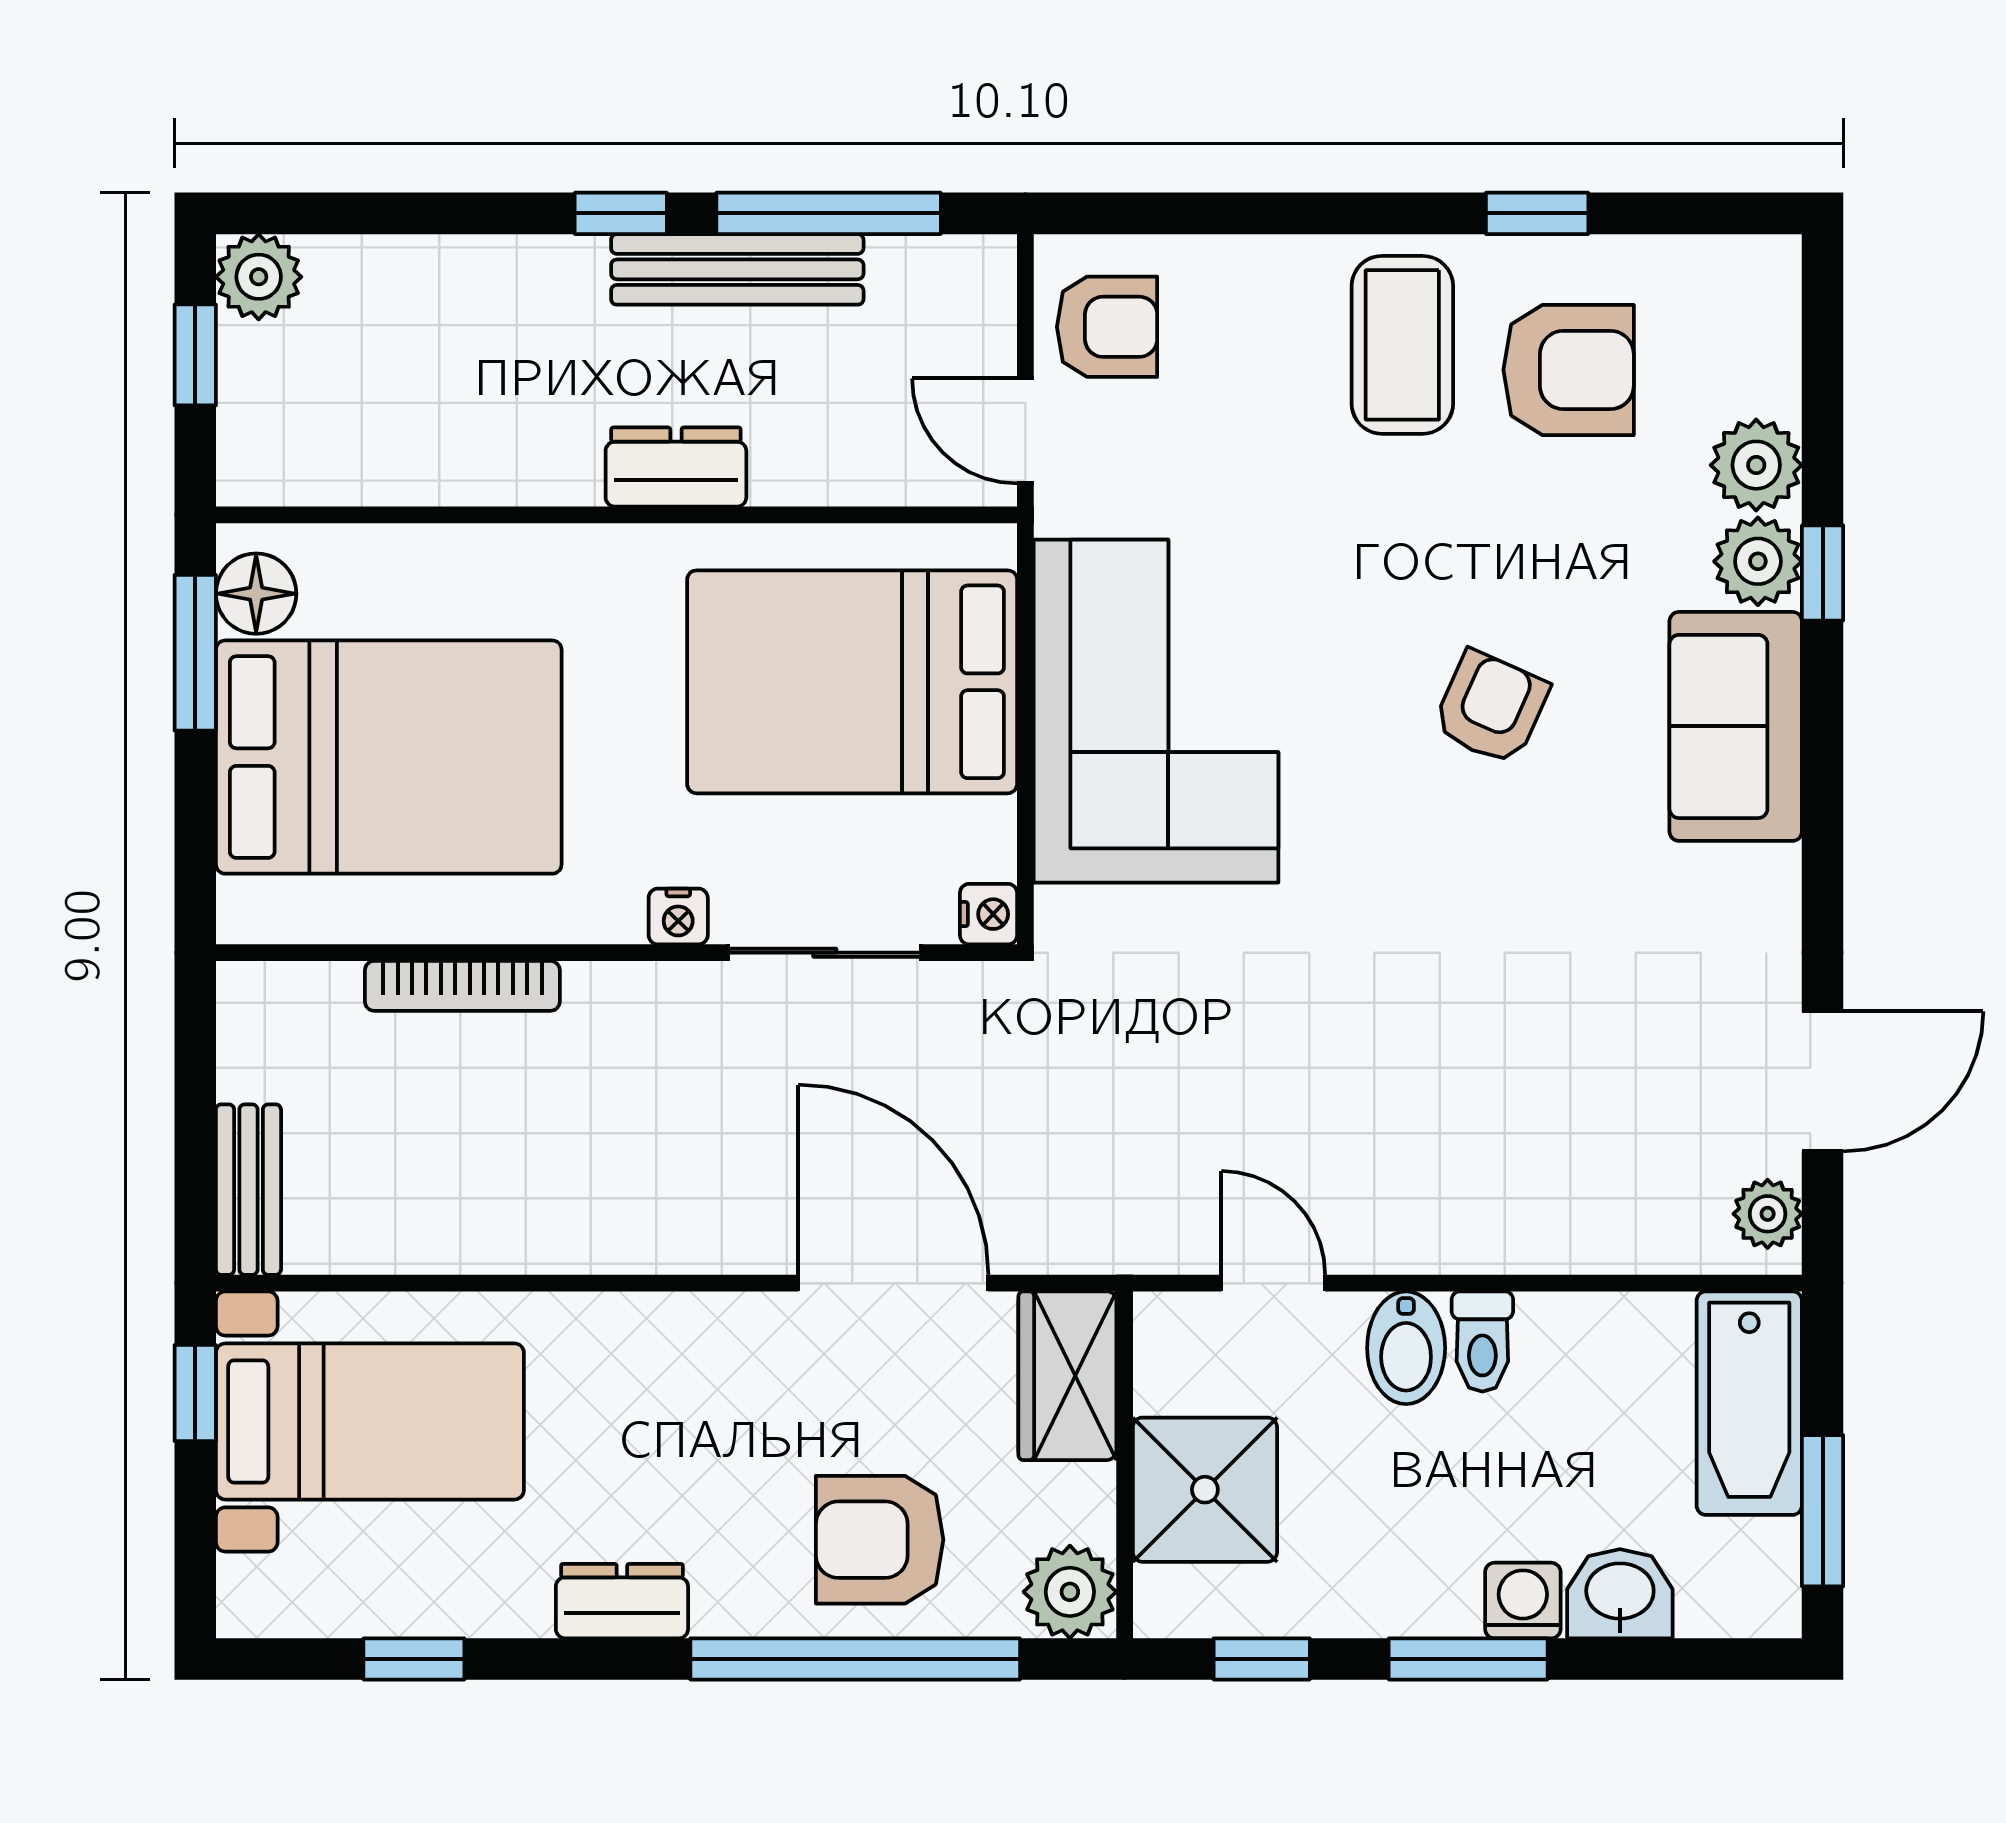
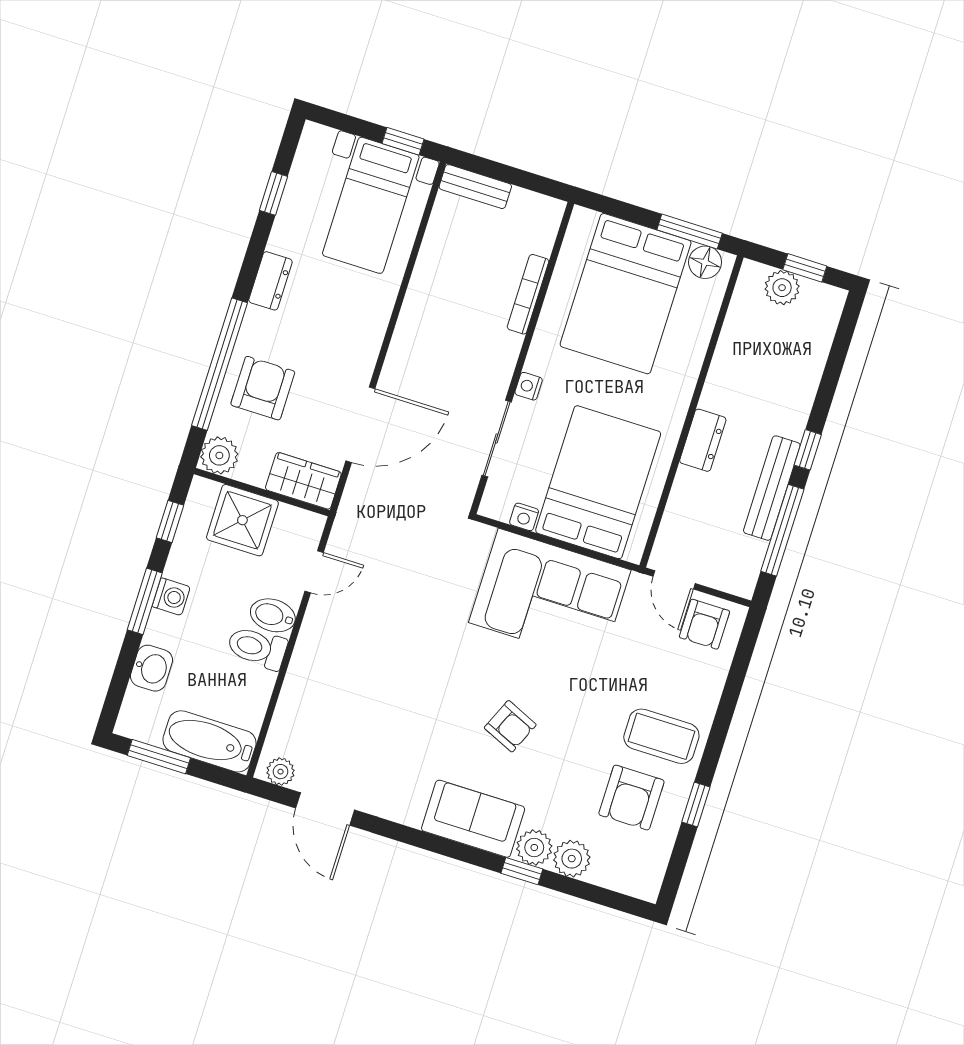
plant: (259, 277) -> (782, 288), moved
door: (1025, 431) -> (674, 580), swing flipped
nightstand: (989, 914) -> (524, 517), moved
toilet: (1482, 1341) -> (257, 648), width x1.37, depth x1.39
washing machine: (1523, 1601) -> (171, 597), moved

